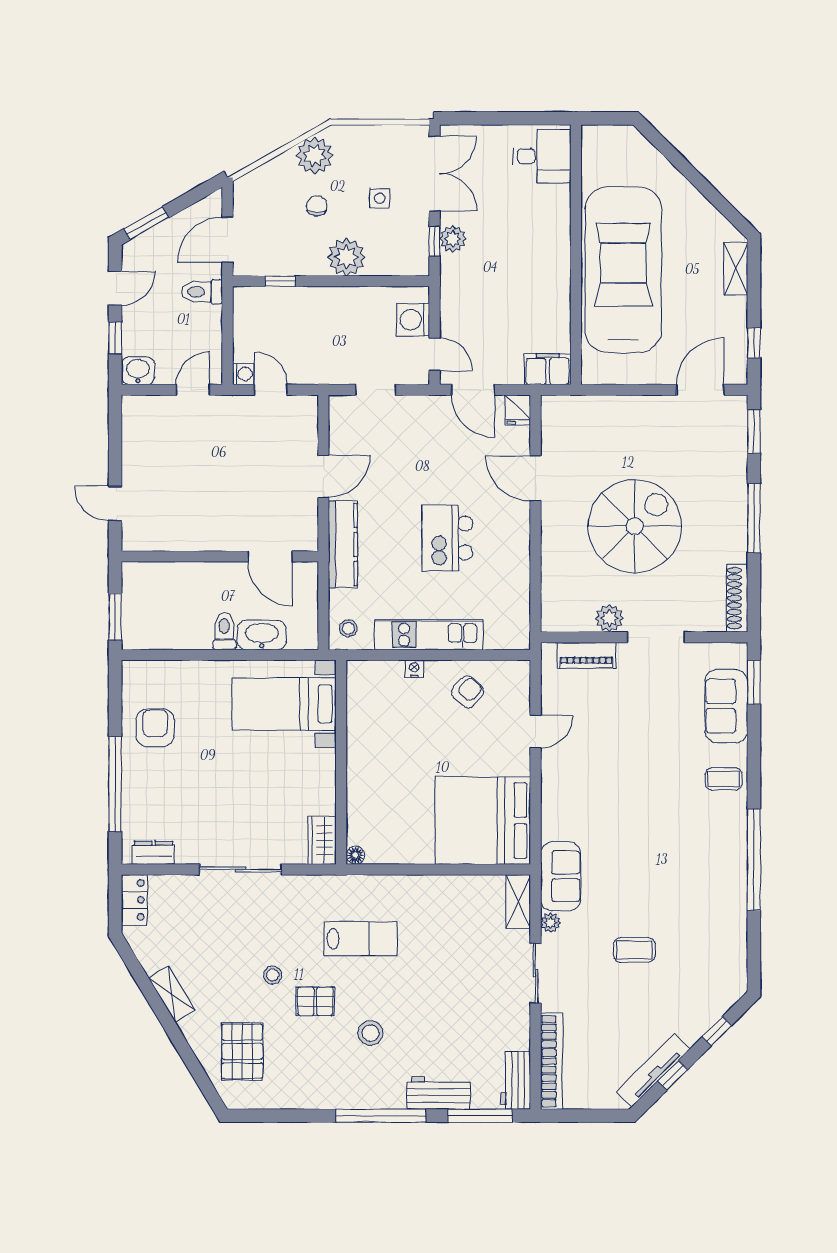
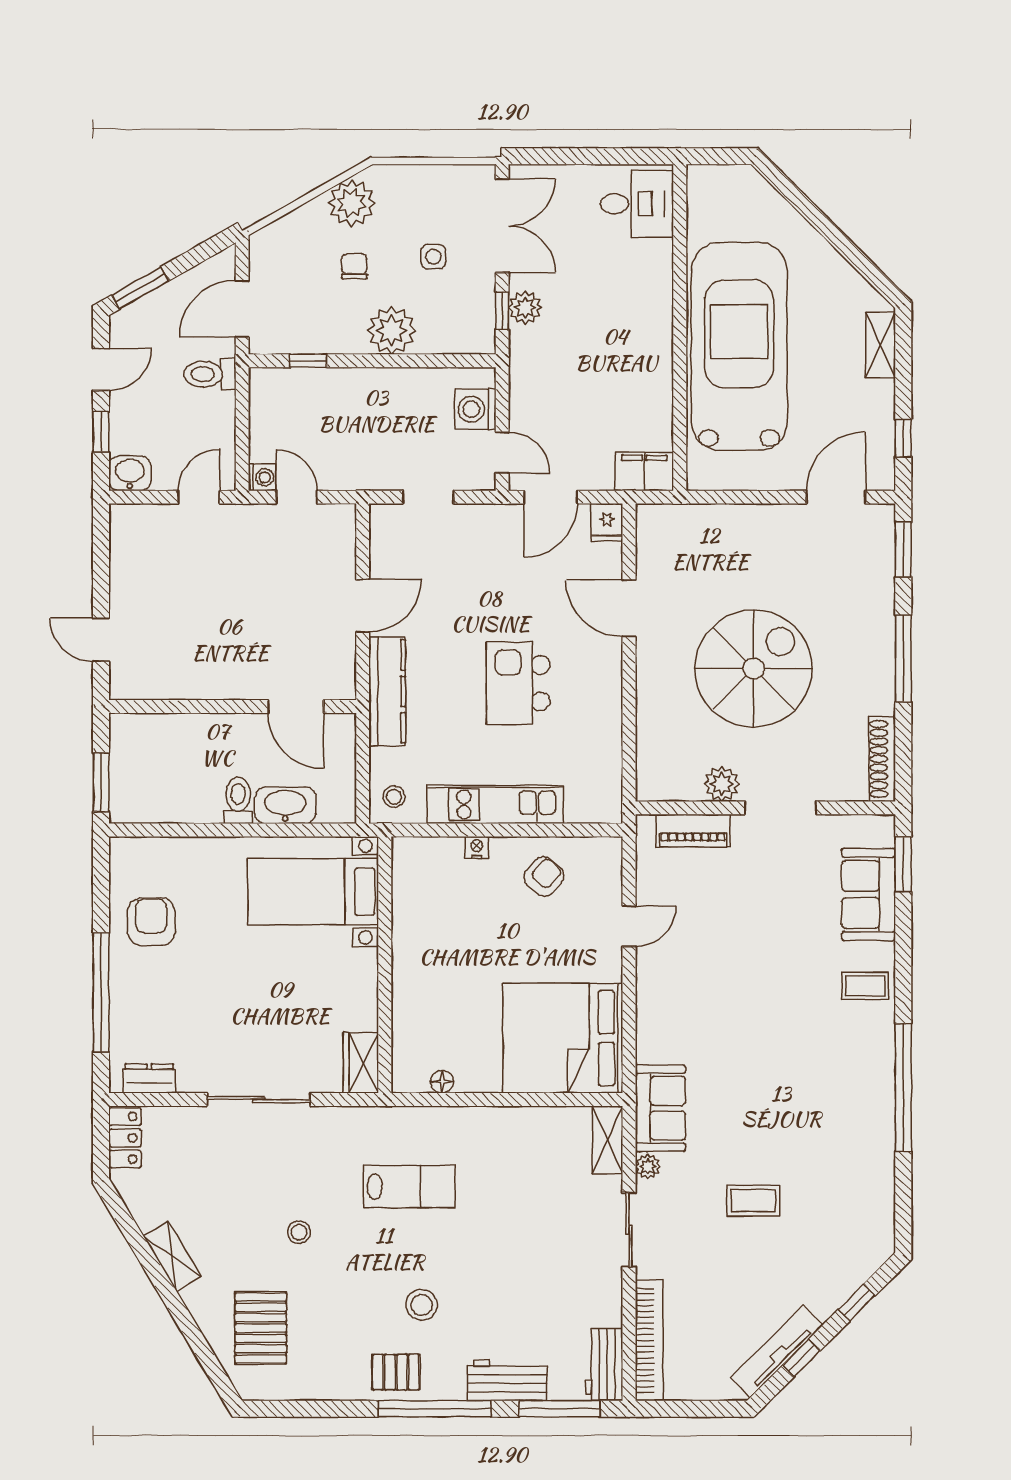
door: (473, 390) -> (550, 497), hinge flipped
floor lamp: (355, 855) -> (442, 1082), moved
pallet: (315, 1001) -> (396, 1372), moved

